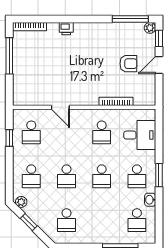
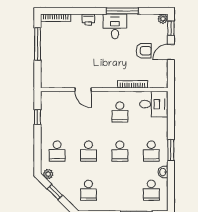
window: (130, 19) -> (122, 11), moved
desk: (96, 36) -> (115, 26), added
school desk: (31, 132) -> (57, 112), removed
desk: (140, 135) -> (154, 104), moved

